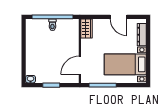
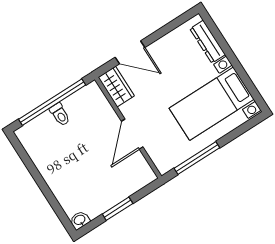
door: (119, 17) -> (130, 52), moved
door: (80, 65) -> (132, 134), moved

